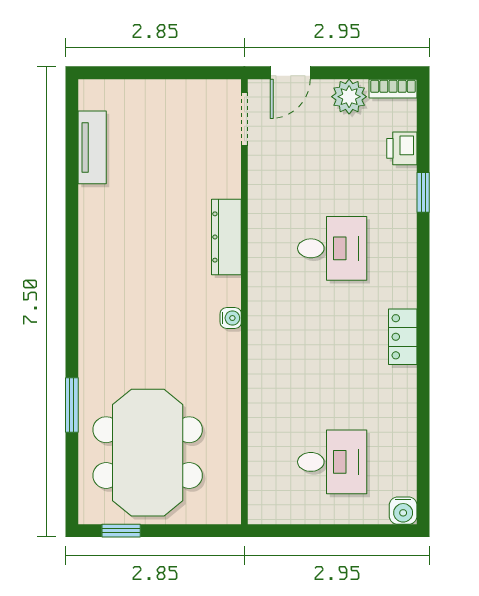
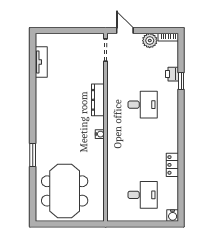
door: (290, 73) -> (125, 30), swing flipped
printer: (402, 148) -> (172, 74), moved
locker: (403, 337) -> (172, 165), moved
window: (72, 405) -> (33, 155), moved
window: (121, 531) -> (53, 224), removed

